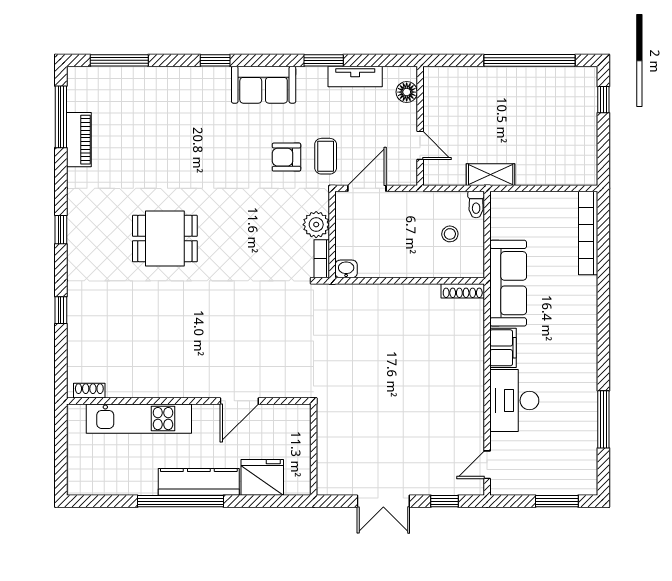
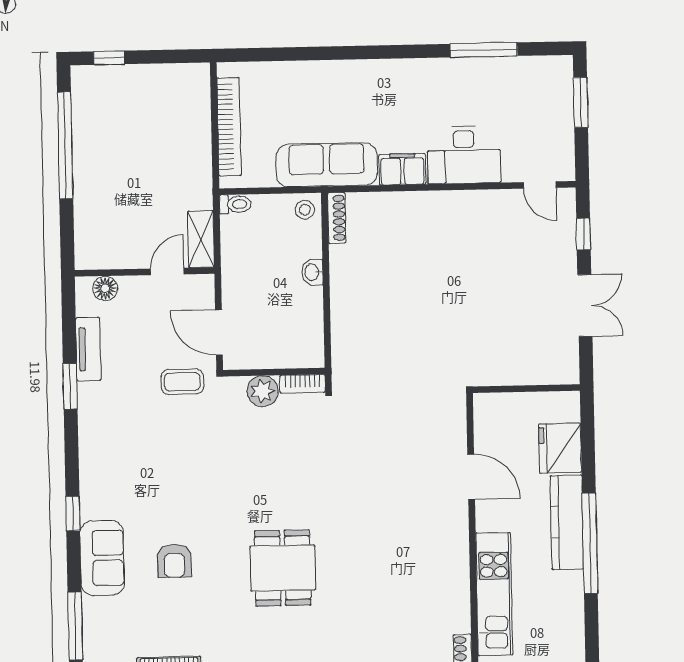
sofa: (264, 85) -> (102, 558), moved
armchair: (286, 157) -> (174, 561), moved
shelving: (491, 175) -> (201, 239), moved
bookcase: (588, 233) -> (229, 127), moved, turned -90
stool: (450, 234) -> (305, 210), moved
washbasin: (346, 269) -> (312, 272), moved

